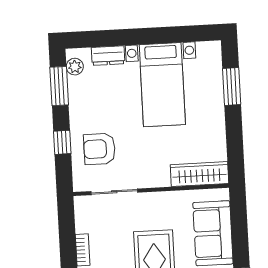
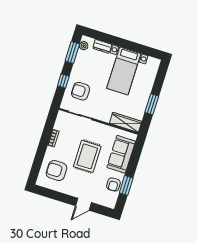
window: (232, 87) -> (152, 104), moved

